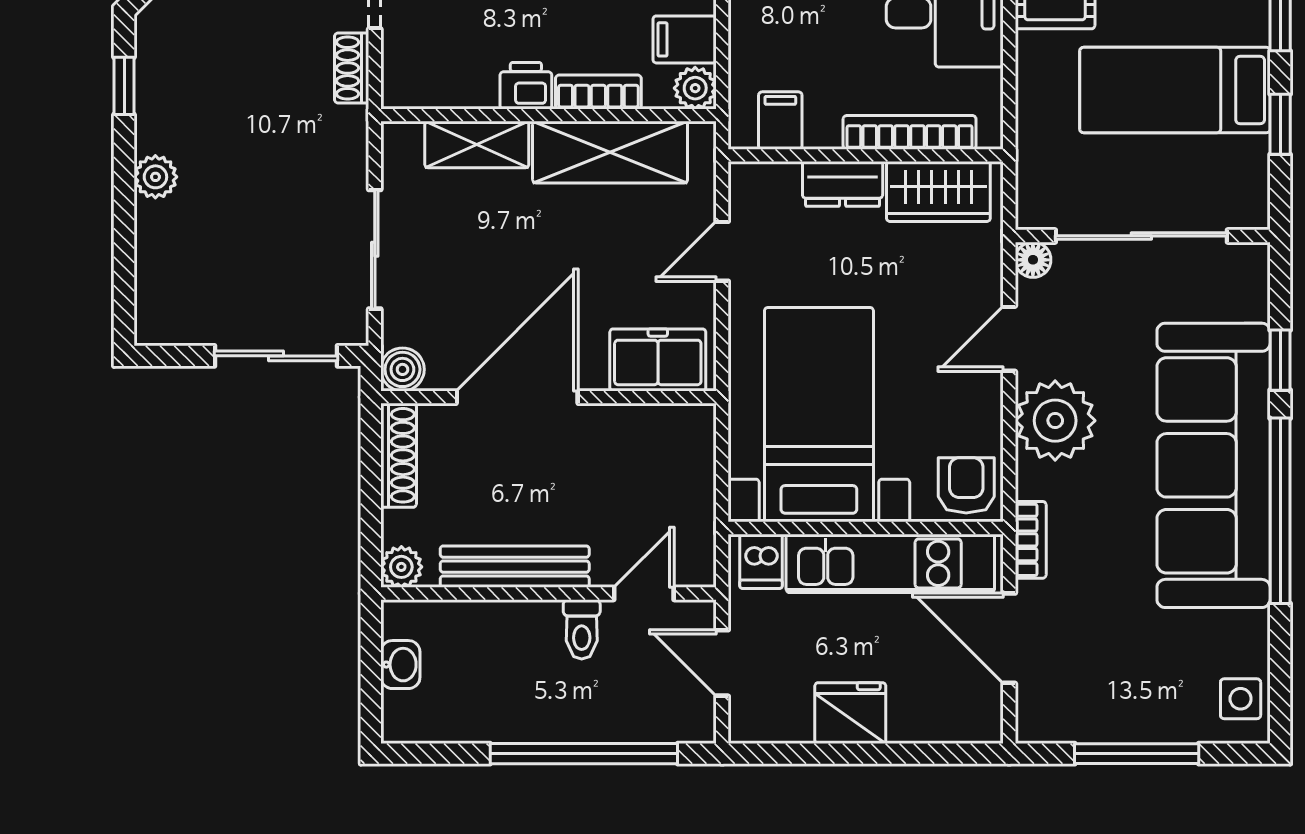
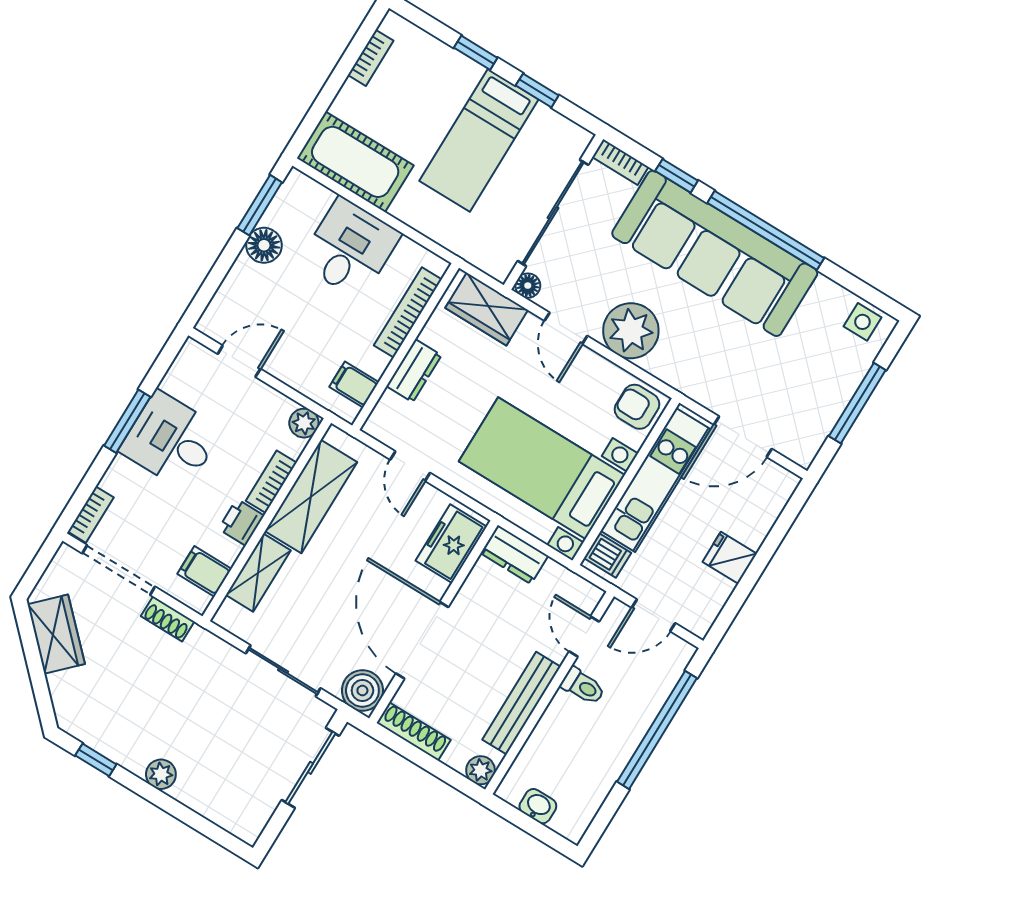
filing cabinet: (685, 39) -> (204, 571), moved, turned 90
wardrobe: (938, 192) -> (487, 309), moved, turned 90
boiler: (402, 369) -> (362, 691), width x1.36, depth x1.36
dresser: (692, 446) -> (514, 555), added
bookcase: (1031, 540) -> (620, 162), moved, turned 180
fridge: (850, 713) -> (730, 558), width x0.72

